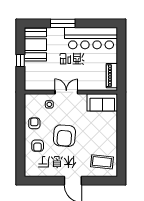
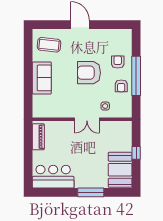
bar counter: (91, 38) -> (53, 177), width x0.73
sofa: (102, 102) -> (42, 78), moved, turned 90
window: (20, 133) -> (136, 76), added
armchair: (64, 136) -> (89, 73), turned -94

